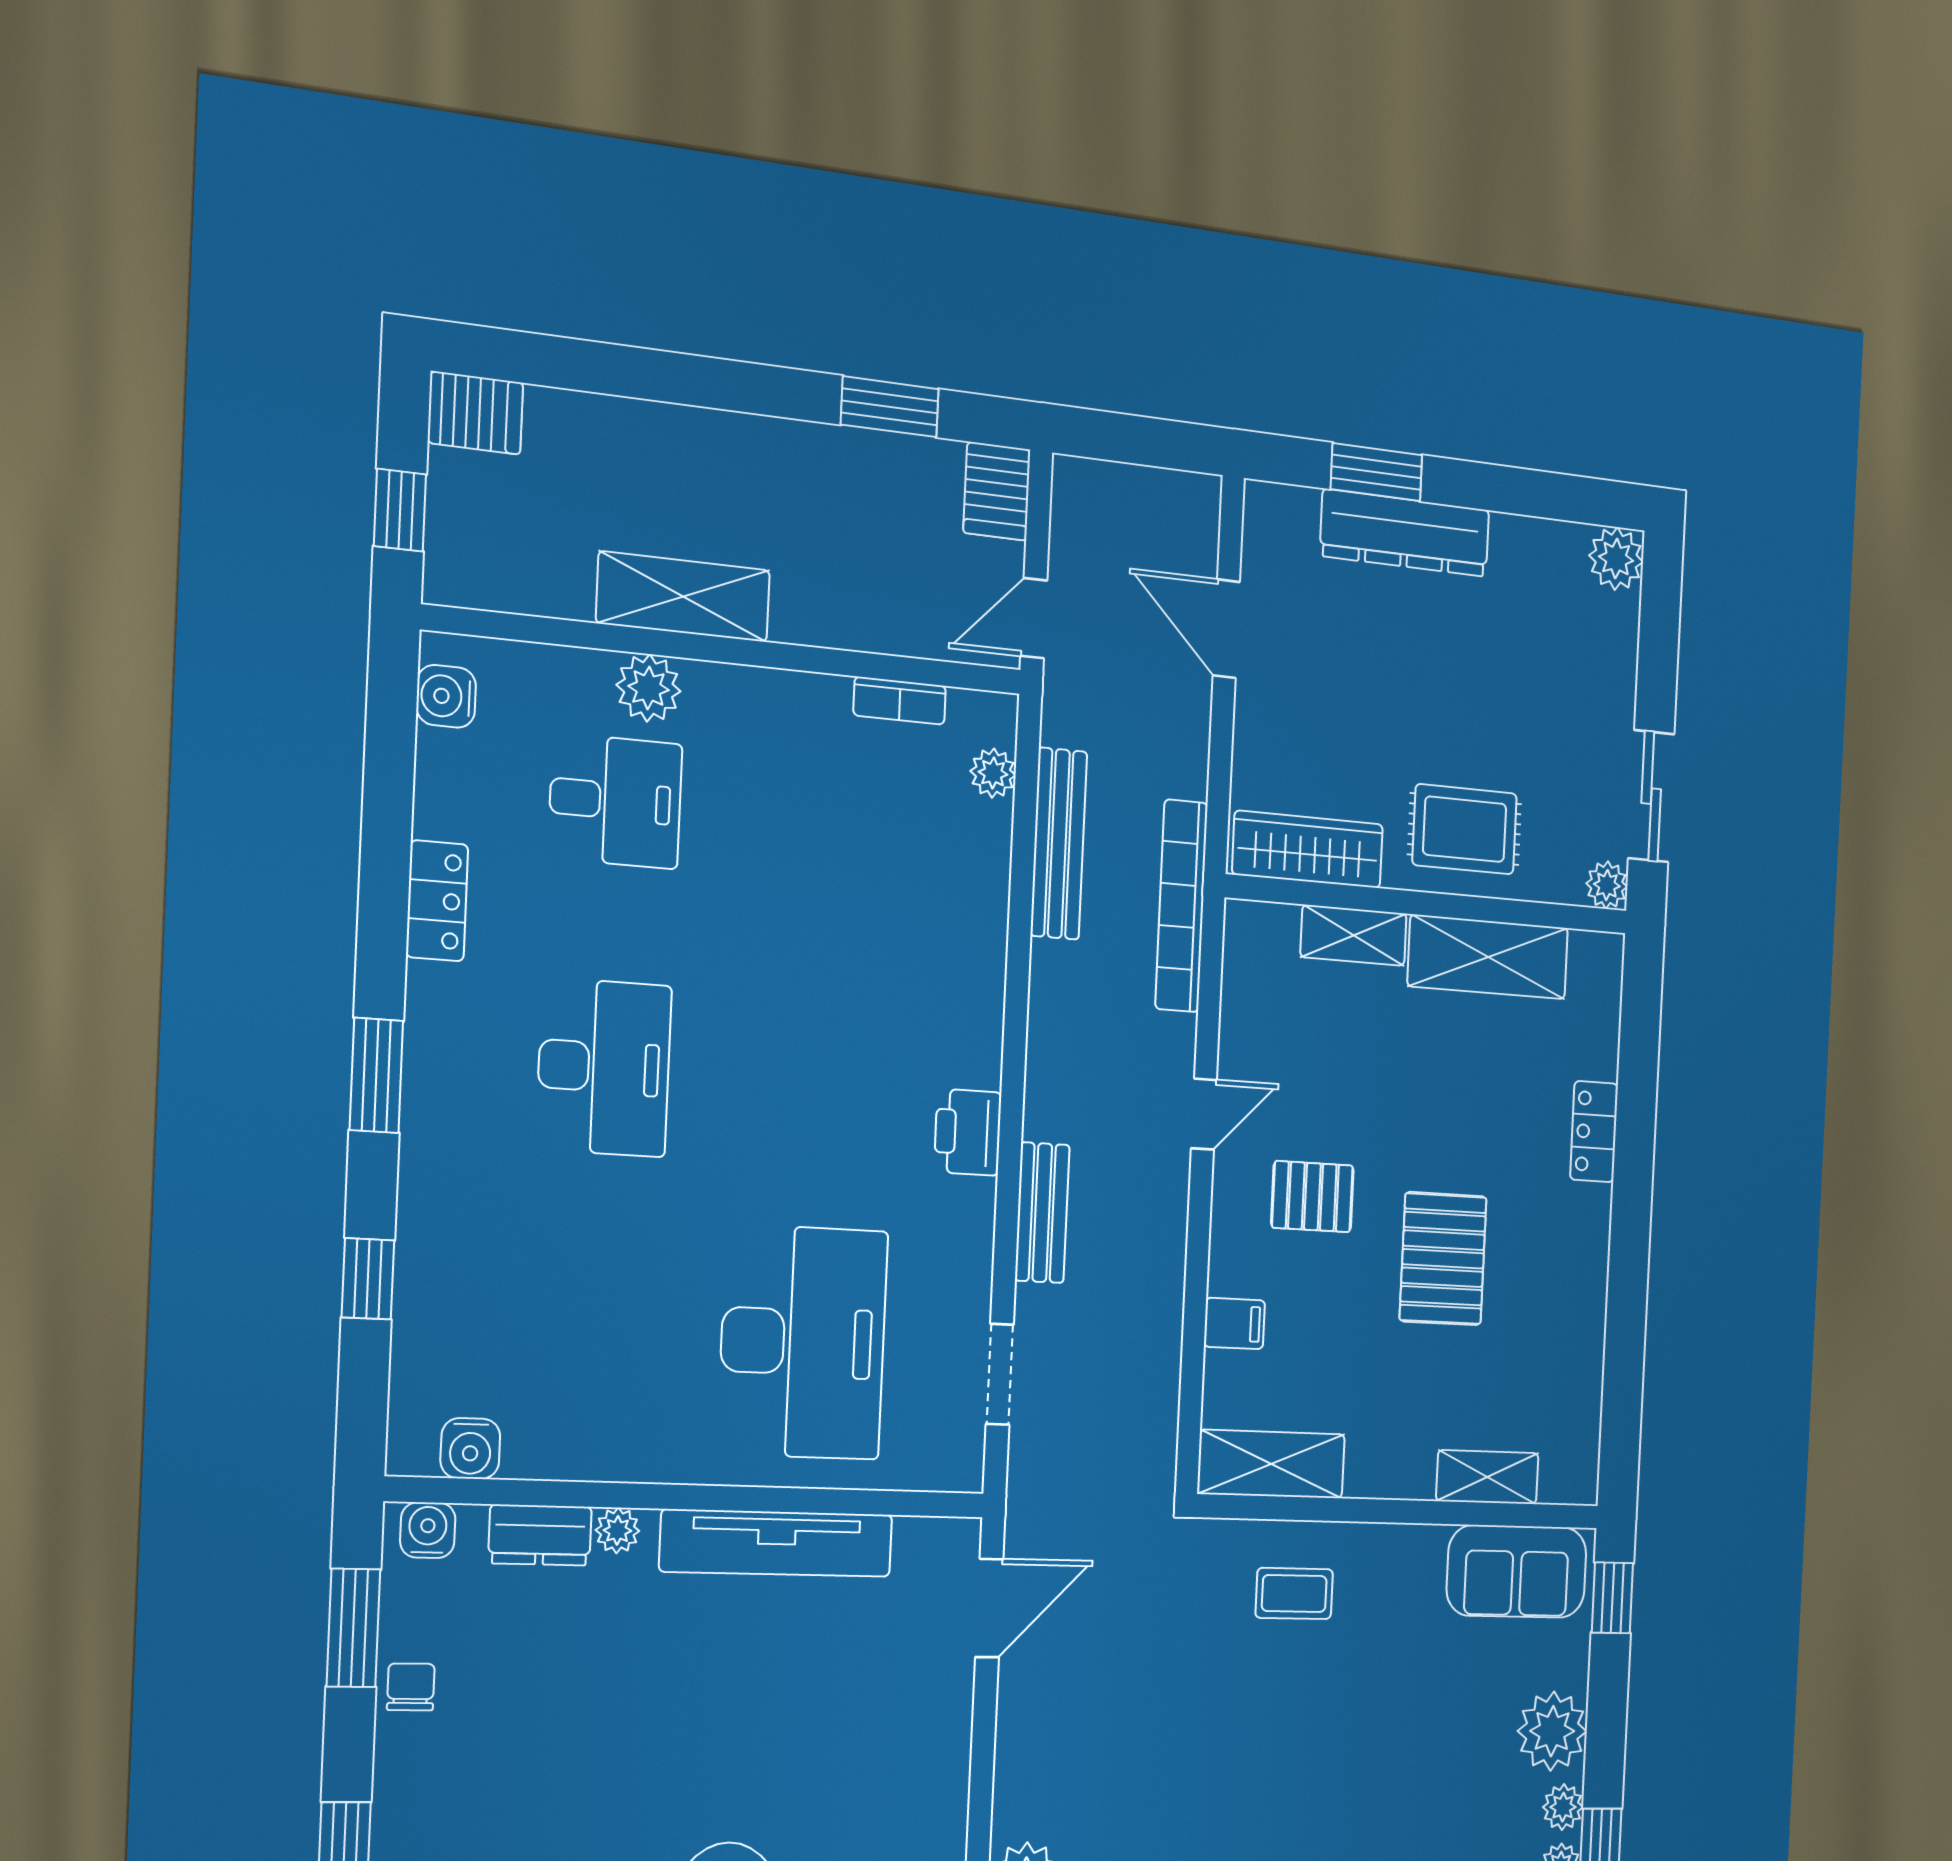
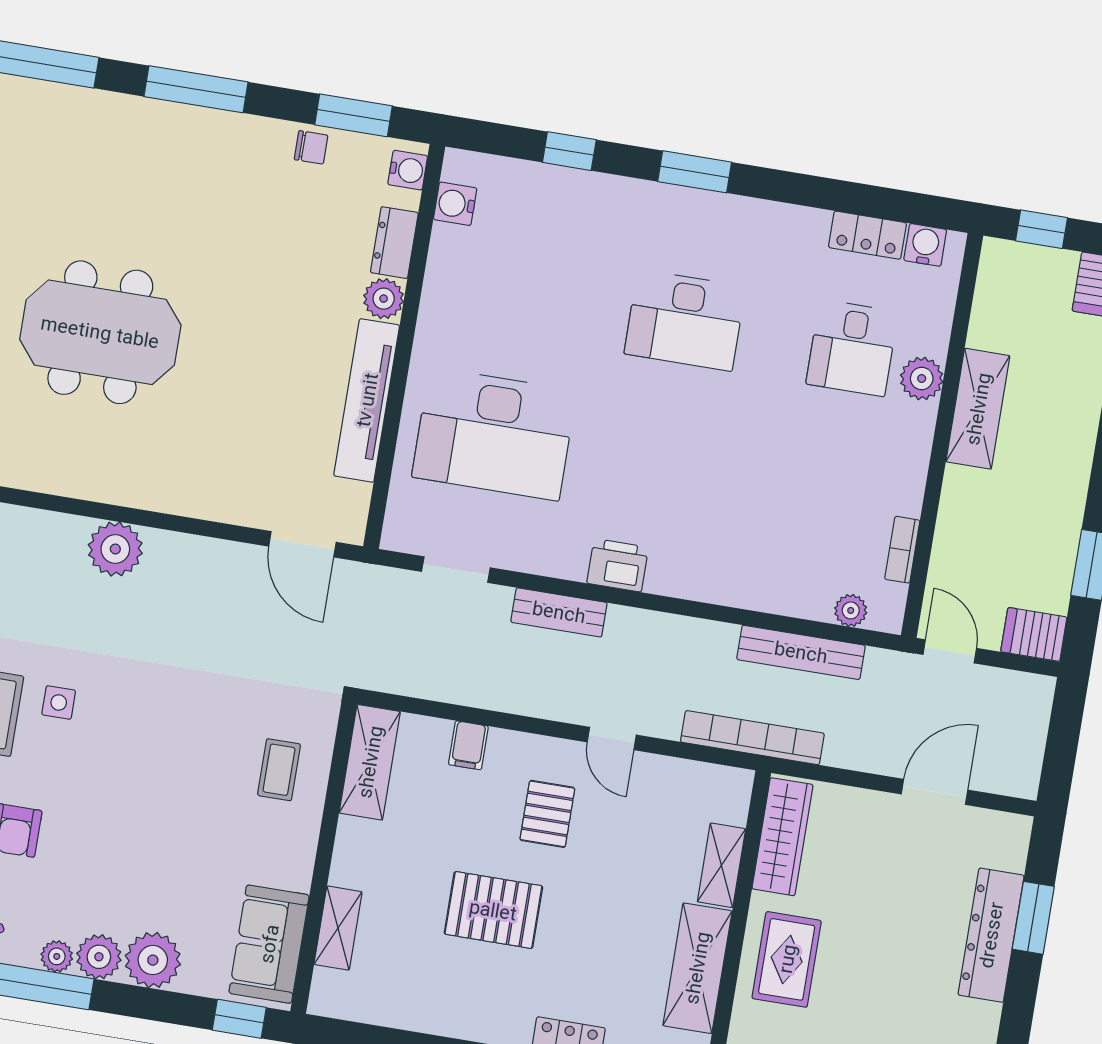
locker: (437, 901) -> (867, 235), moved
plant: (617, 1530) -> (384, 299), width x1.38, depth x1.38
plant: (1563, 1807) -> (99, 957), width x1.38, depth x1.38

